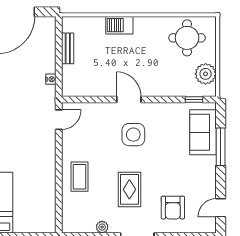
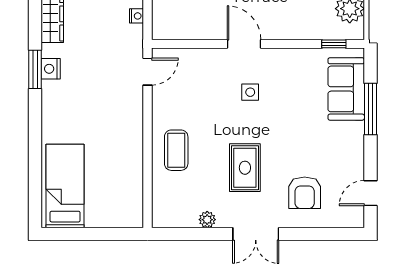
side table: (133, 135) -> (250, 92), width x0.54, depth x0.54

